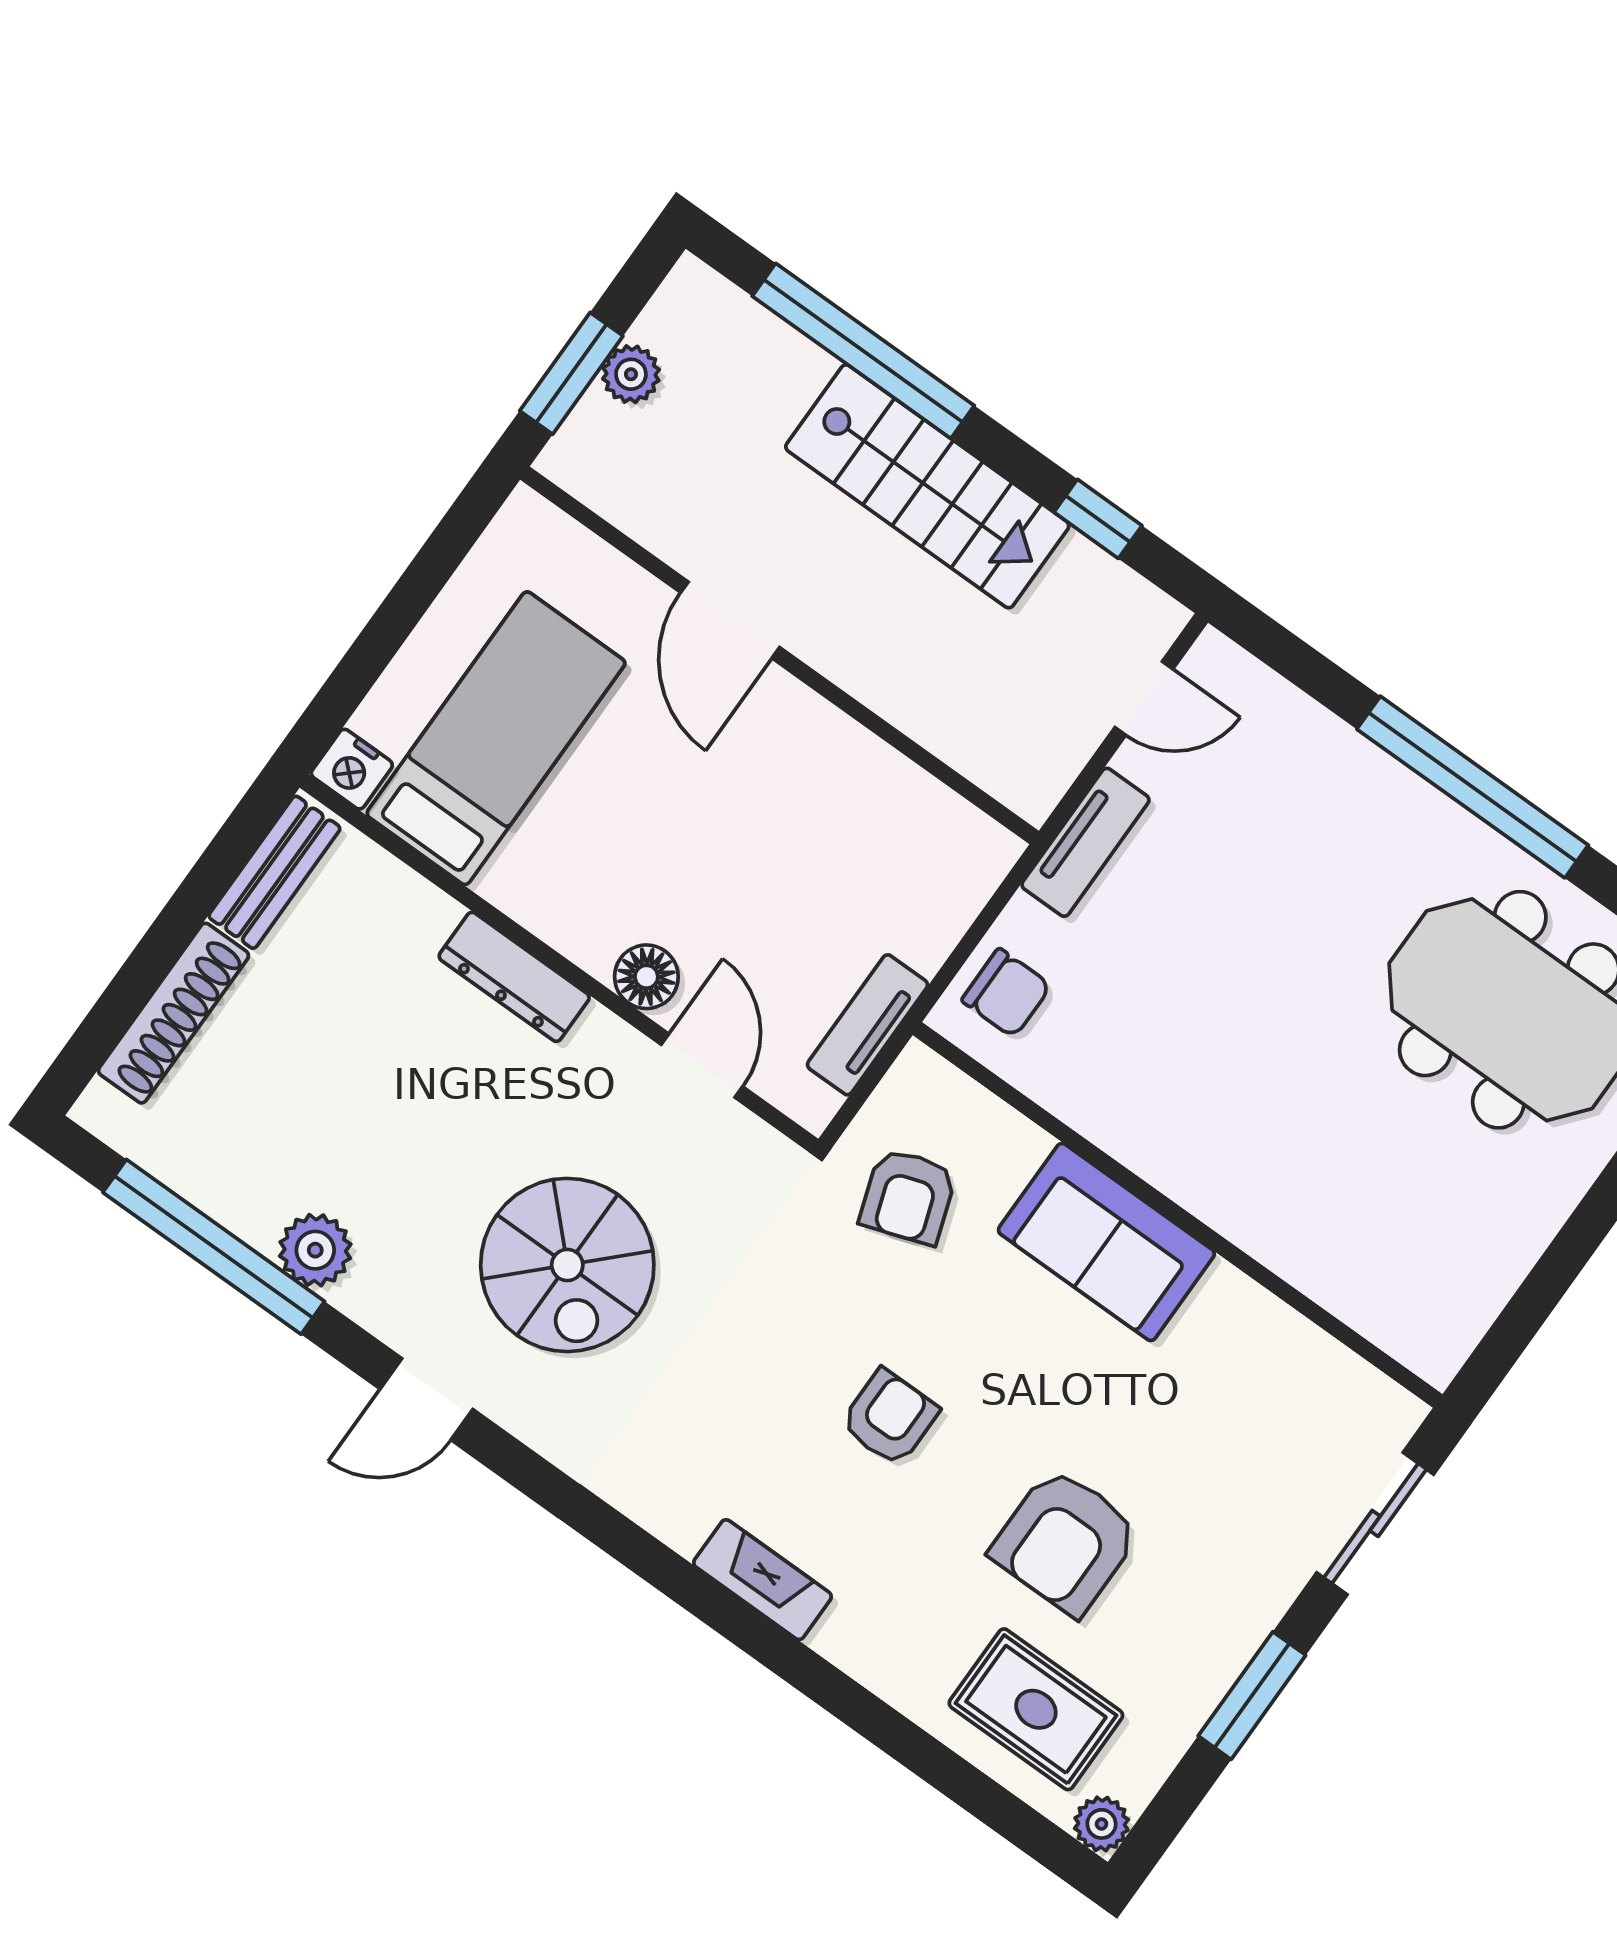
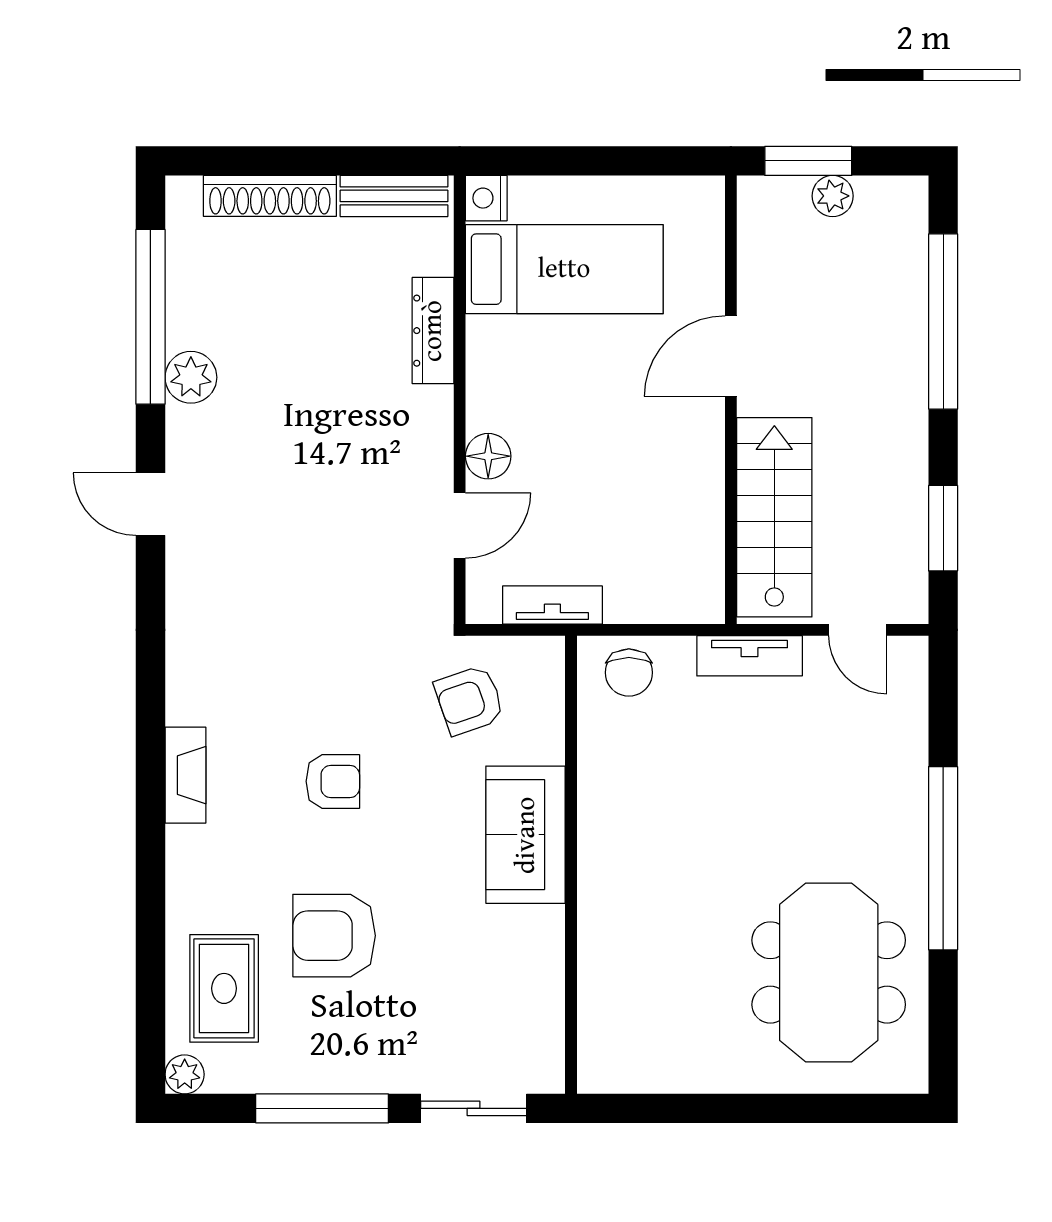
stairs: (927, 486) -> (774, 517), moved, turned 180
window: (1098, 519) -> (943, 528), width x1.50
dresser: (514, 977) -> (433, 331), moved
spiral stairs: (567, 1265) -> (287, 530), removed
window: (1252, 1696) -> (322, 1108), width x1.44

